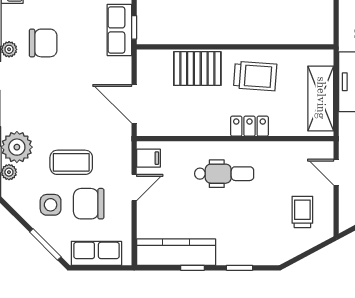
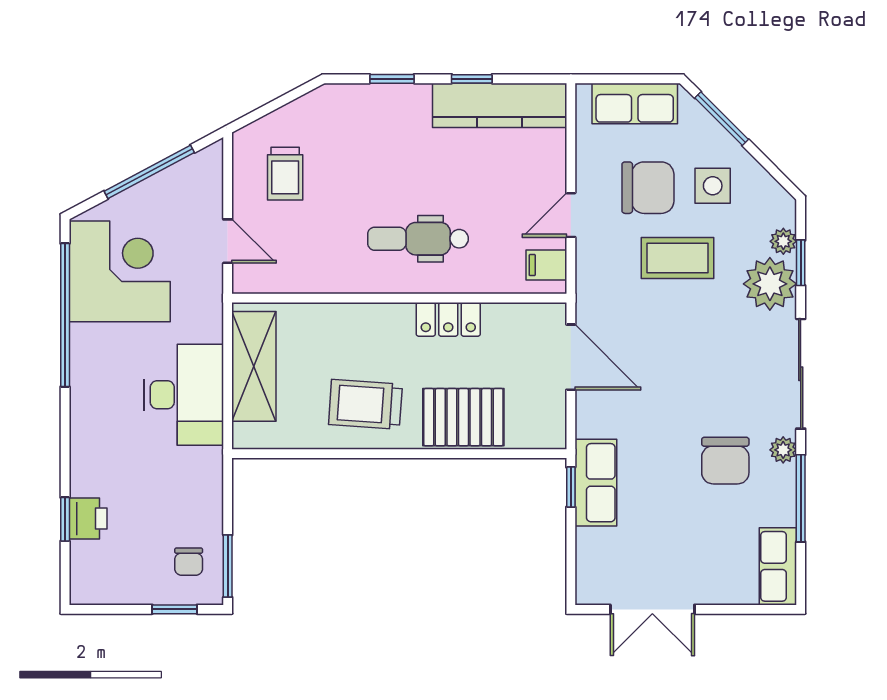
chair: (43, 43) -> (725, 461), turned -90
locker: (250, 126) -> (448, 319), moved

